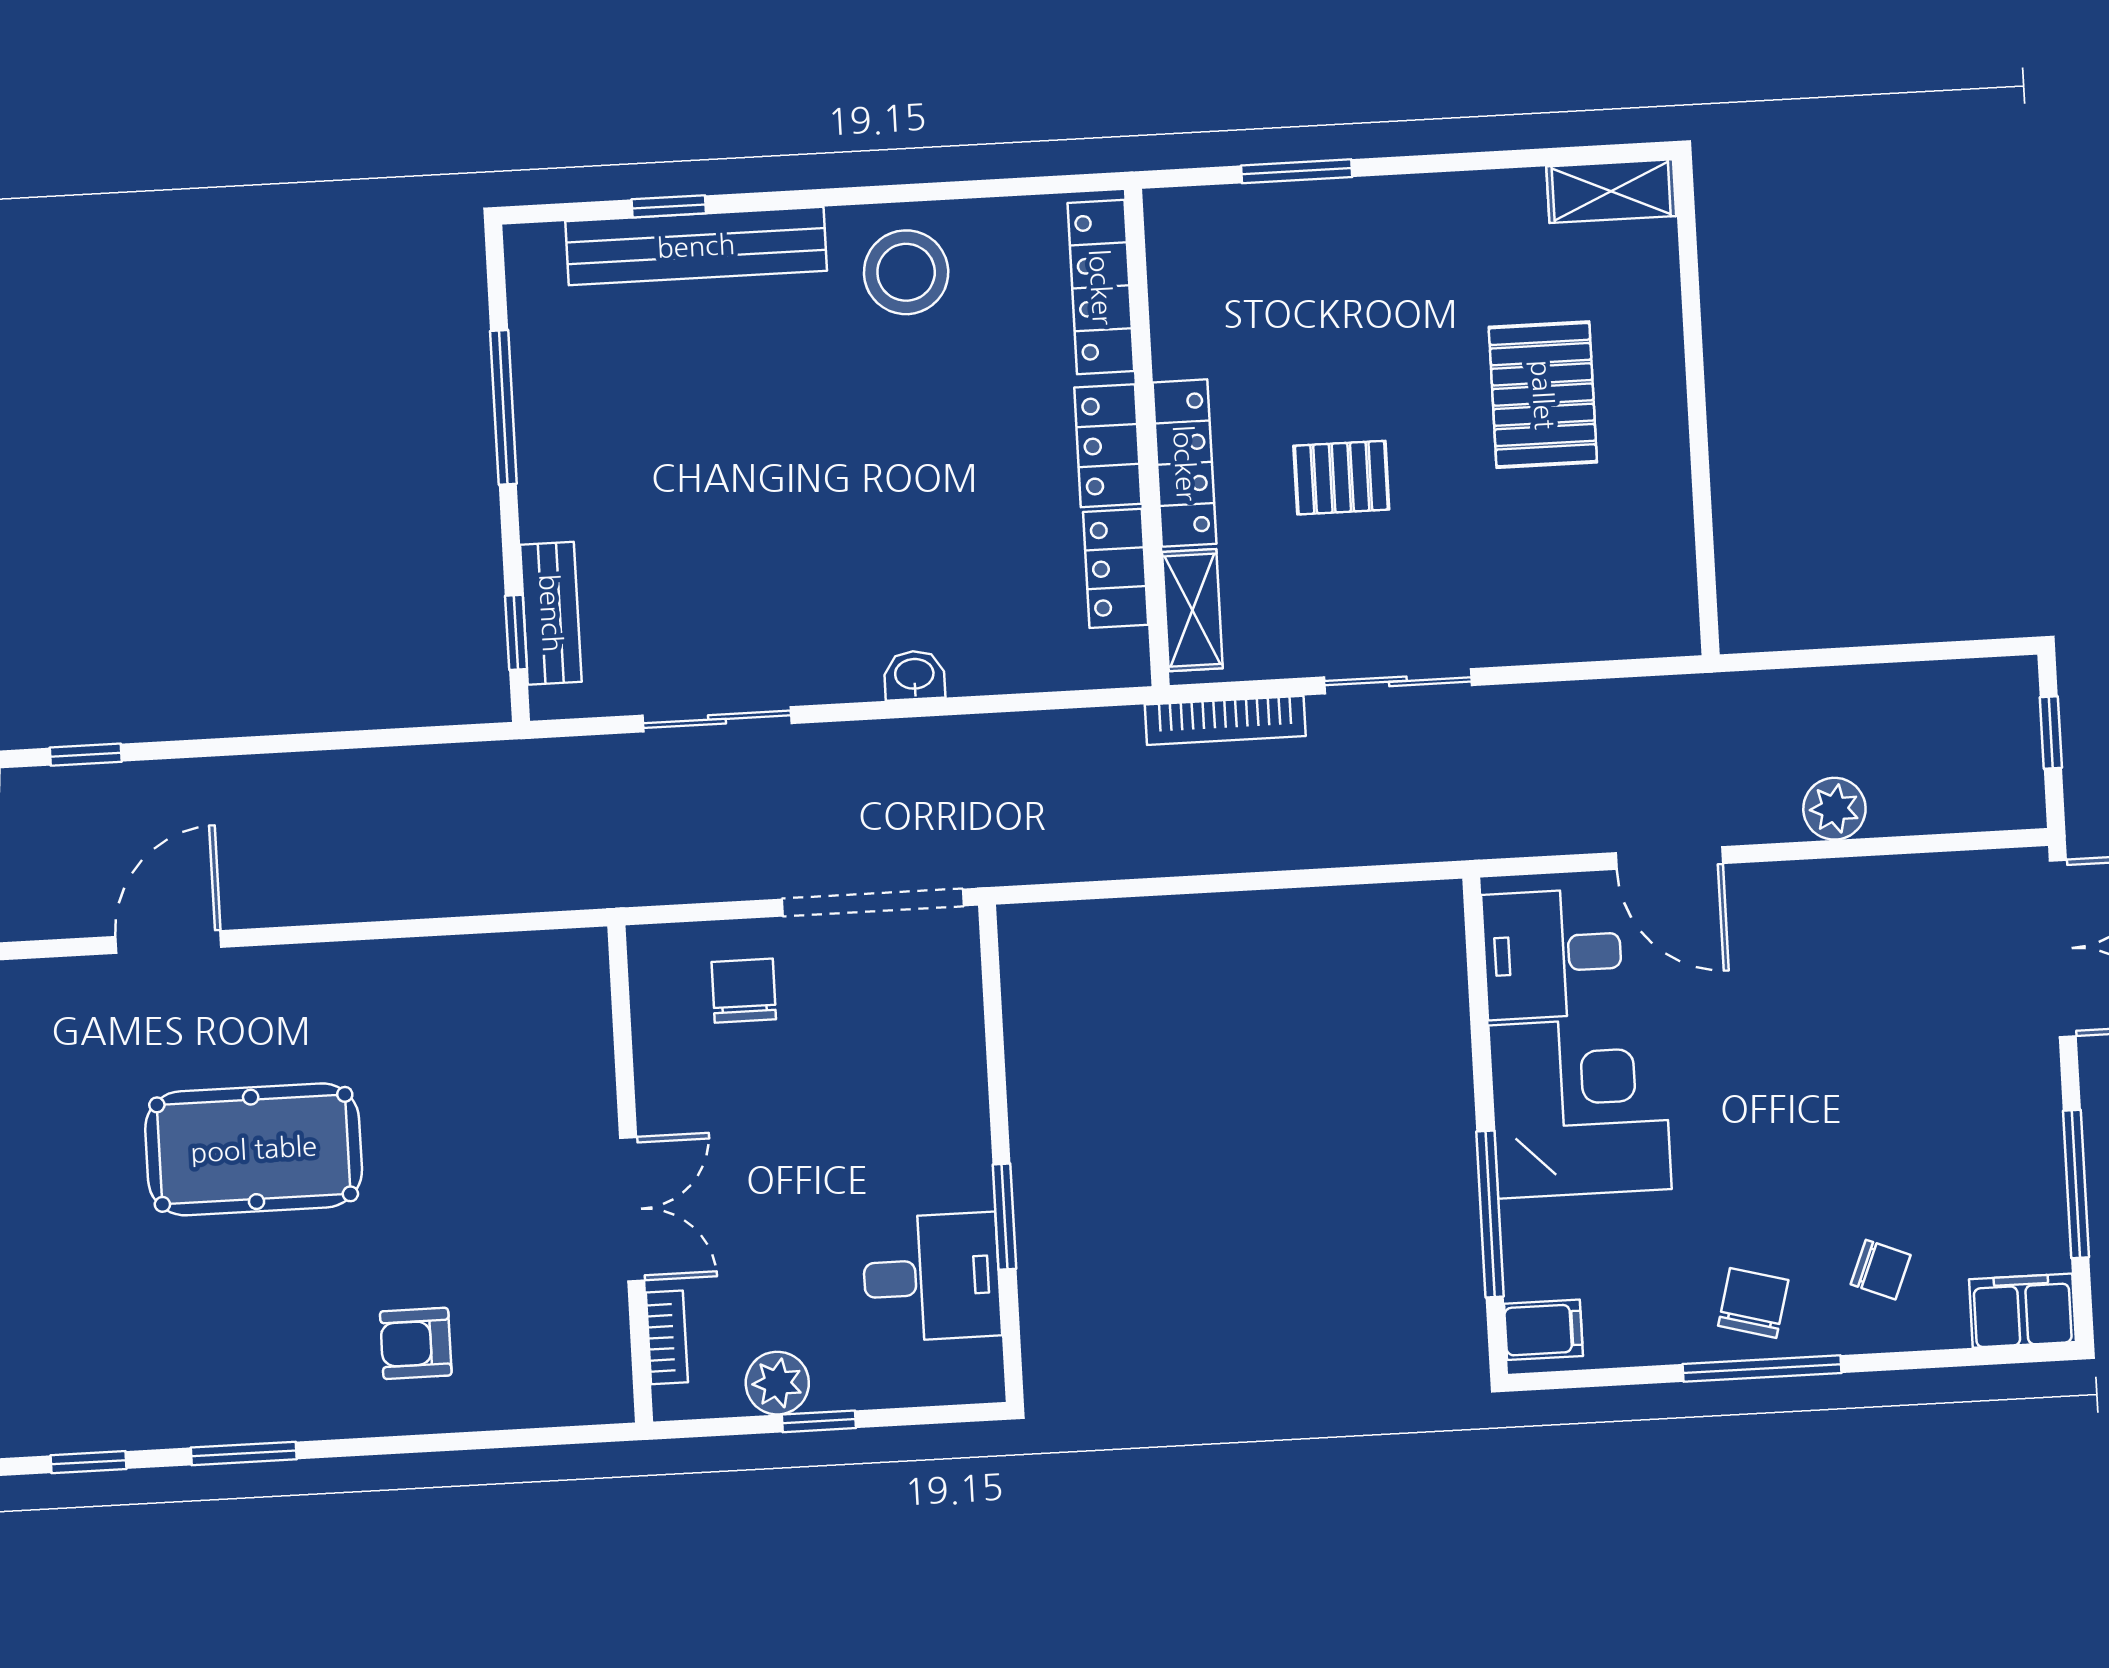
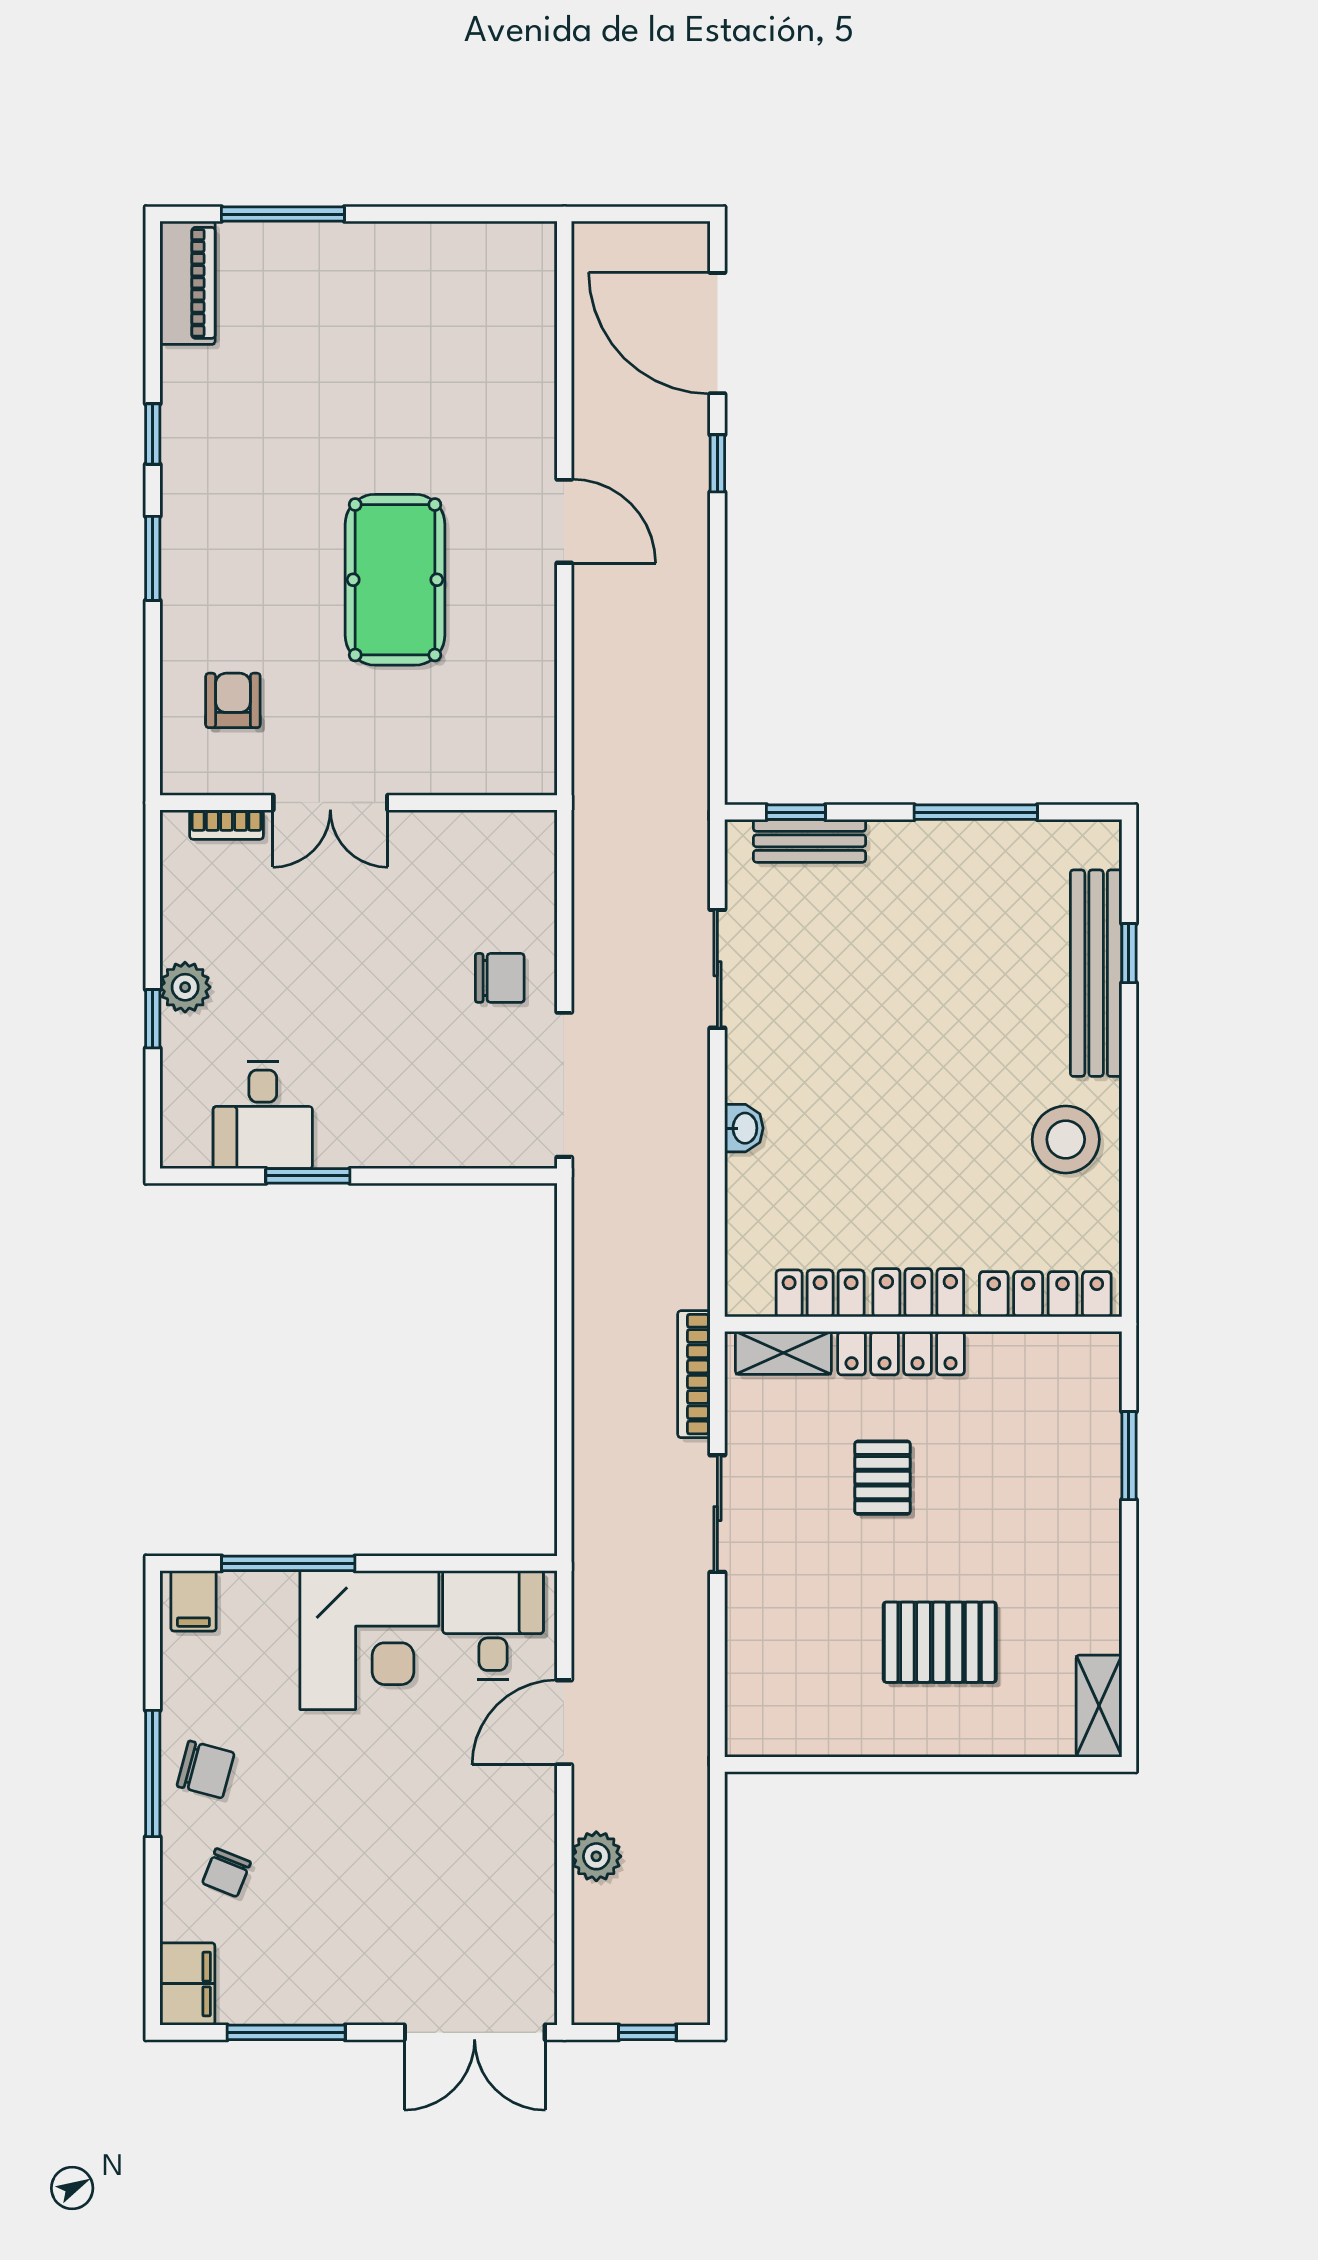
wall: (630, 1174) -> (359, 803), moved
double door: (632, 1209) -> (330, 803), moved
bookcase: (667, 1337) -> (227, 825), moved

